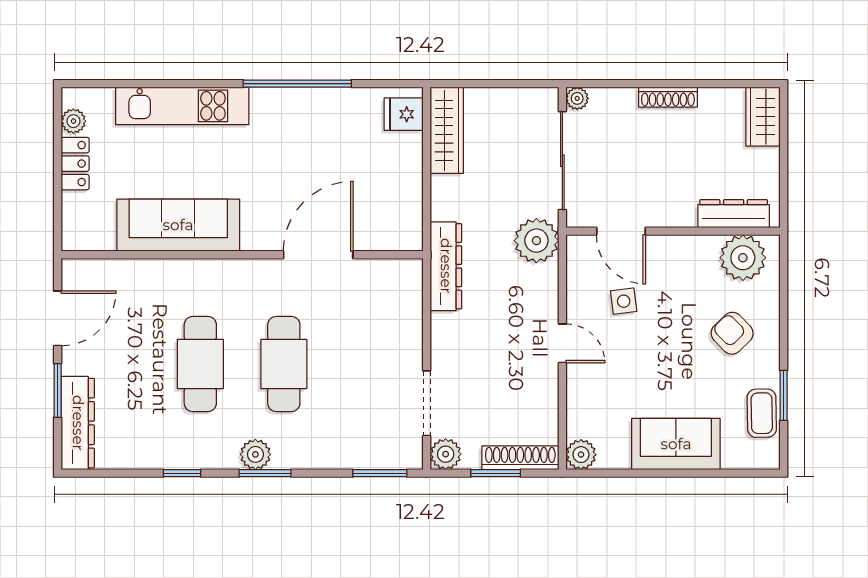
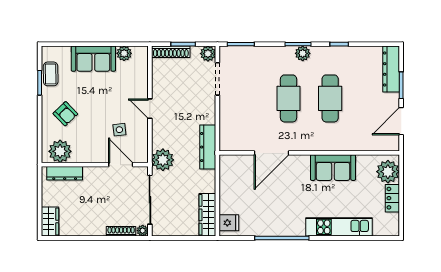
shoe rack: (668, 97) -> (121, 231), moved
plant: (73, 121) -> (388, 172), moved, width x1.88, depth x1.88
sofa: (178, 225) -> (333, 168), width x0.73
plant: (581, 455) -> (124, 53), moved

